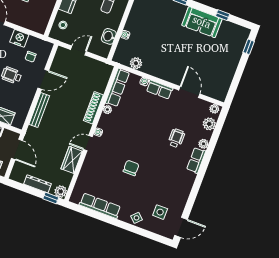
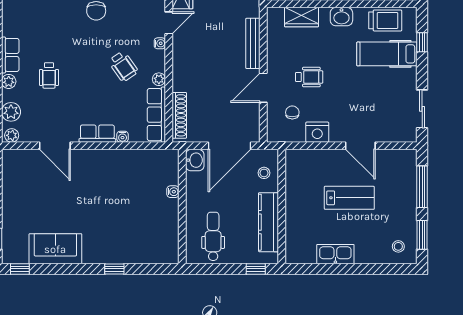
window: (223, 15) -> (20, 269), moved
sofa: (202, 22) -> (55, 249), moved
washbasin: (109, 36) -> (195, 160), moved
door: (78, 51) -> (229, 146), width x1.88
plant: (136, 63) -> (143, 158), removed
shoe rack: (93, 108) -> (179, 115), moved
wheelchair: (127, 126) -> (123, 66), added

